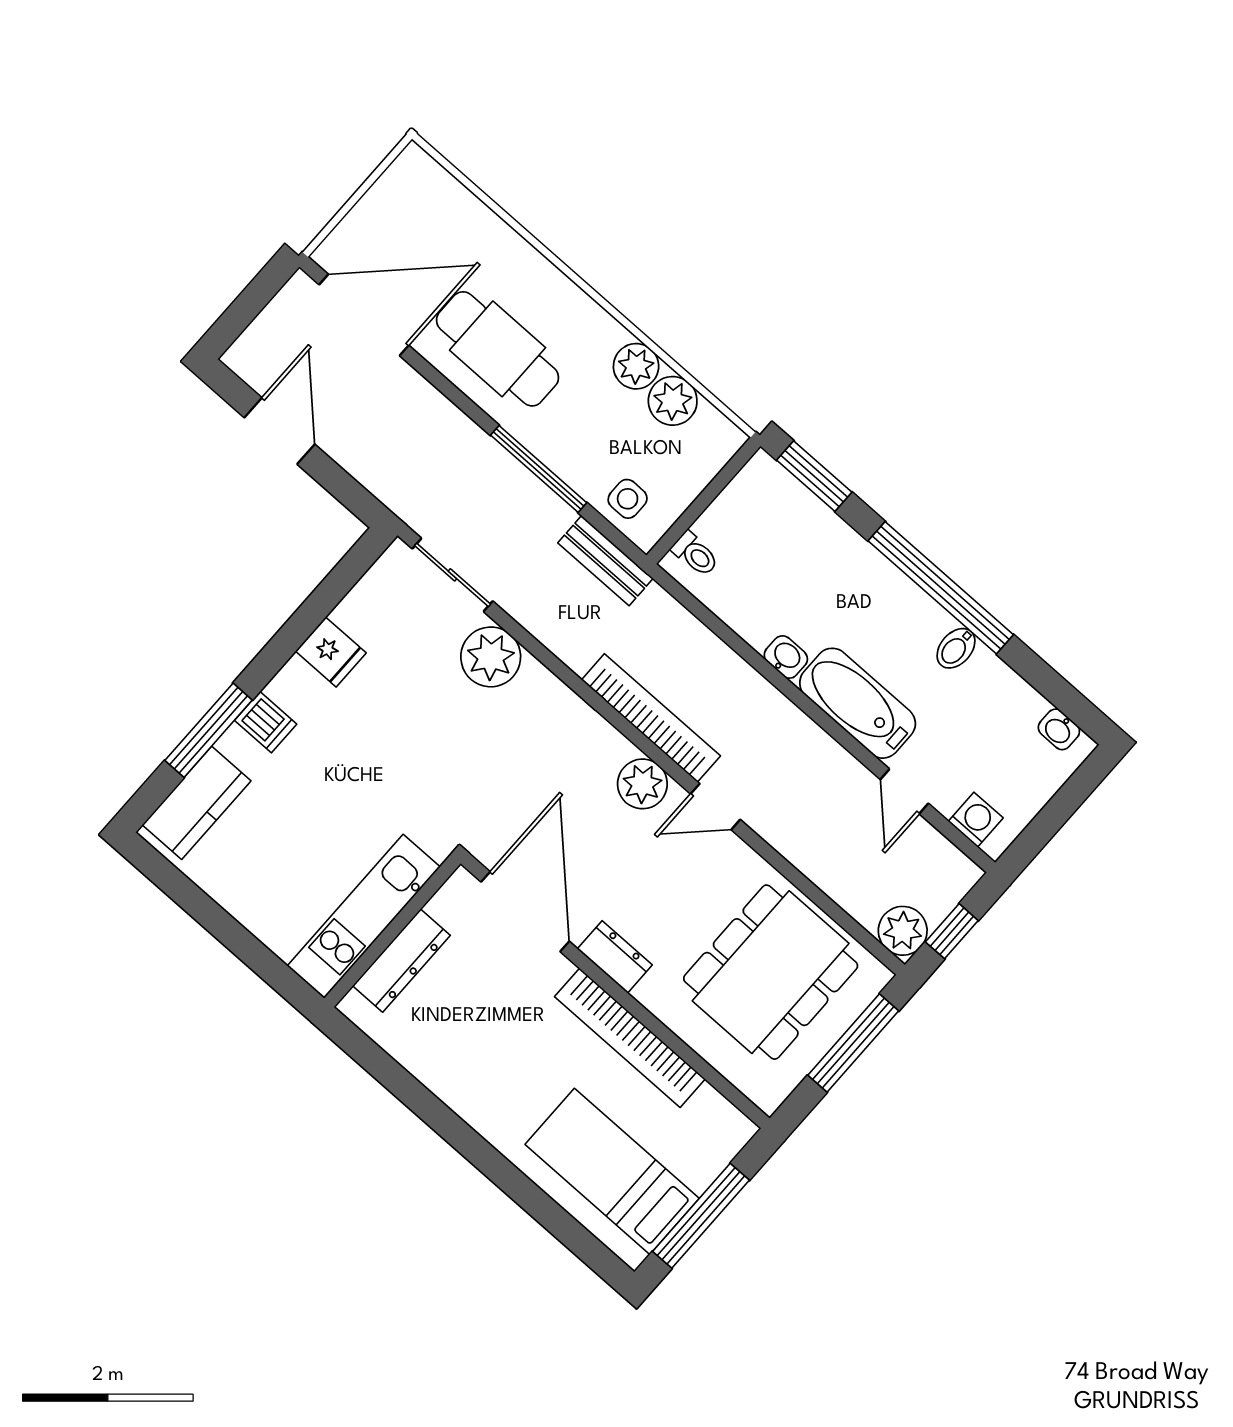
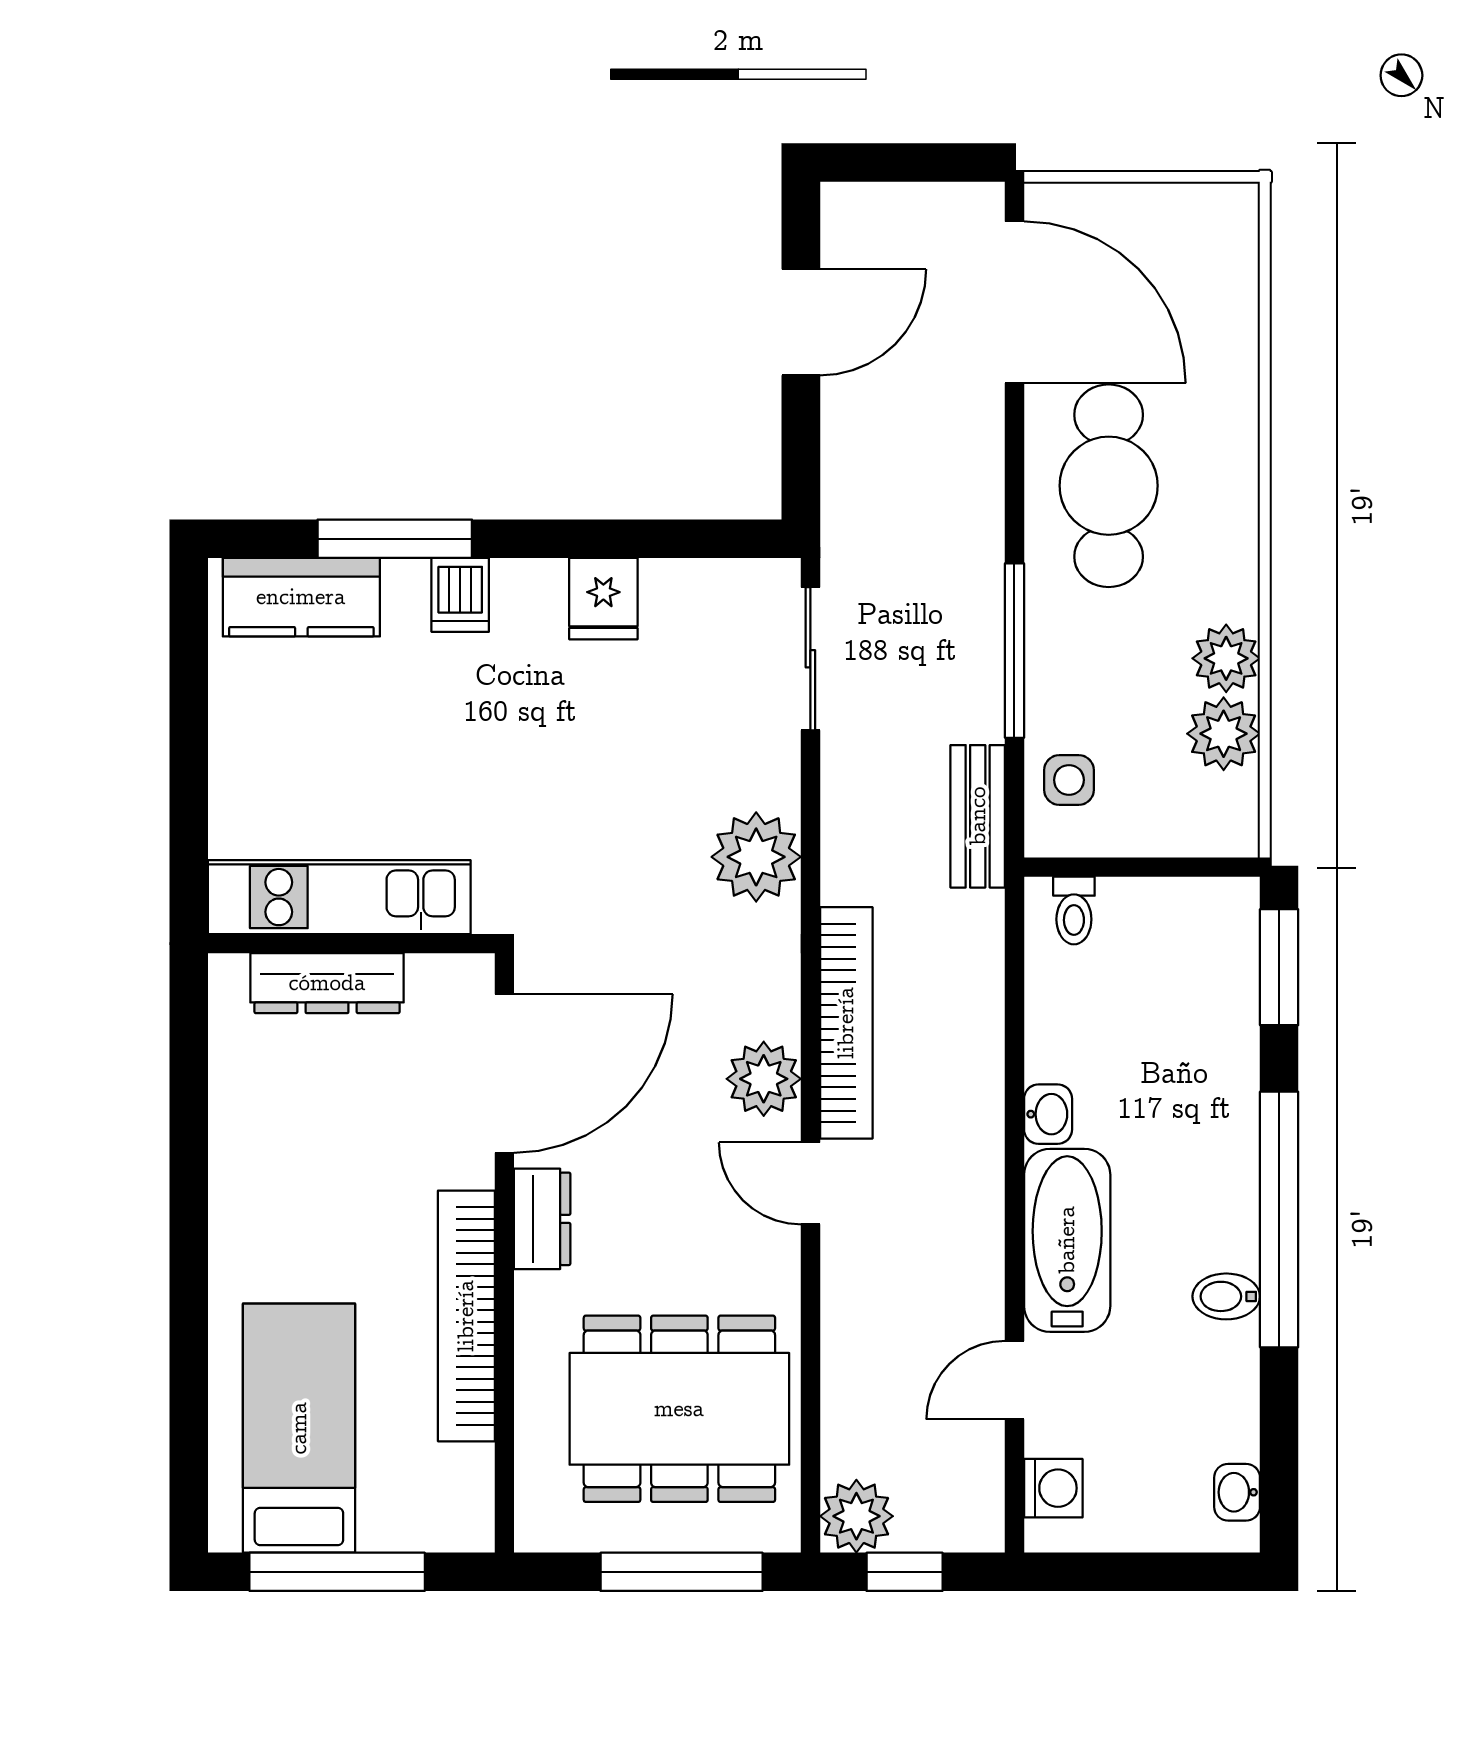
plant: (491, 657) -> (756, 857), moved

